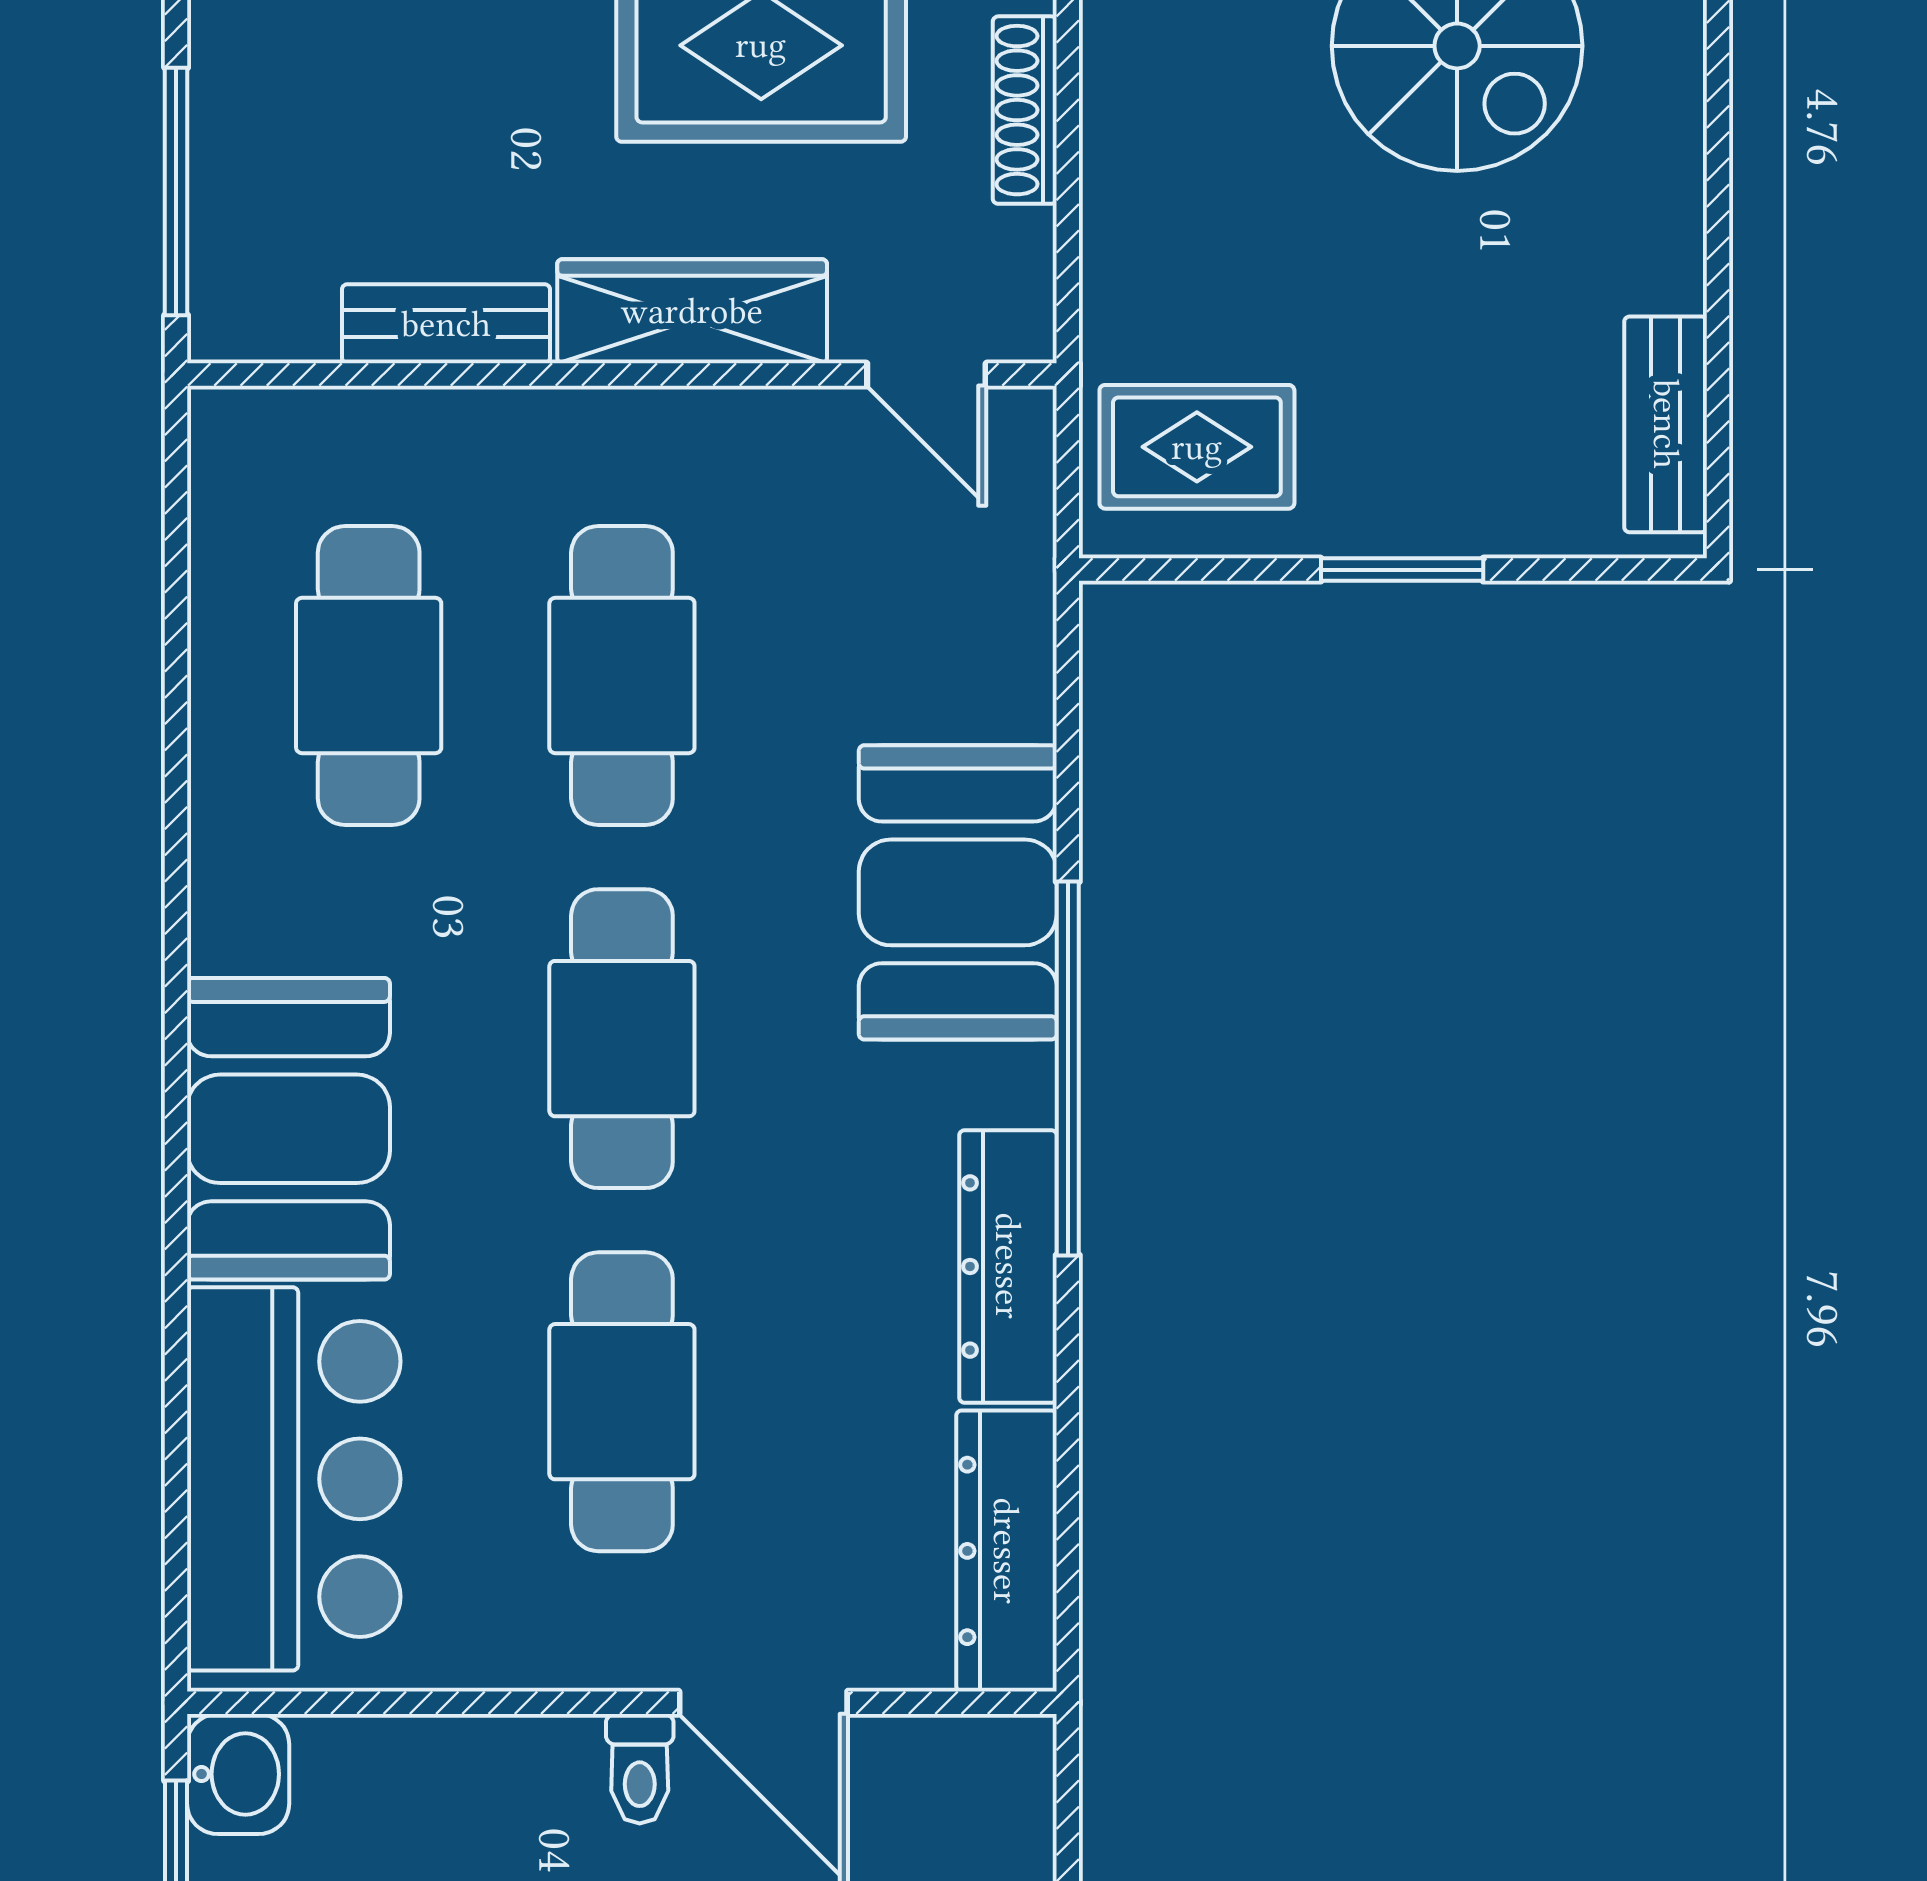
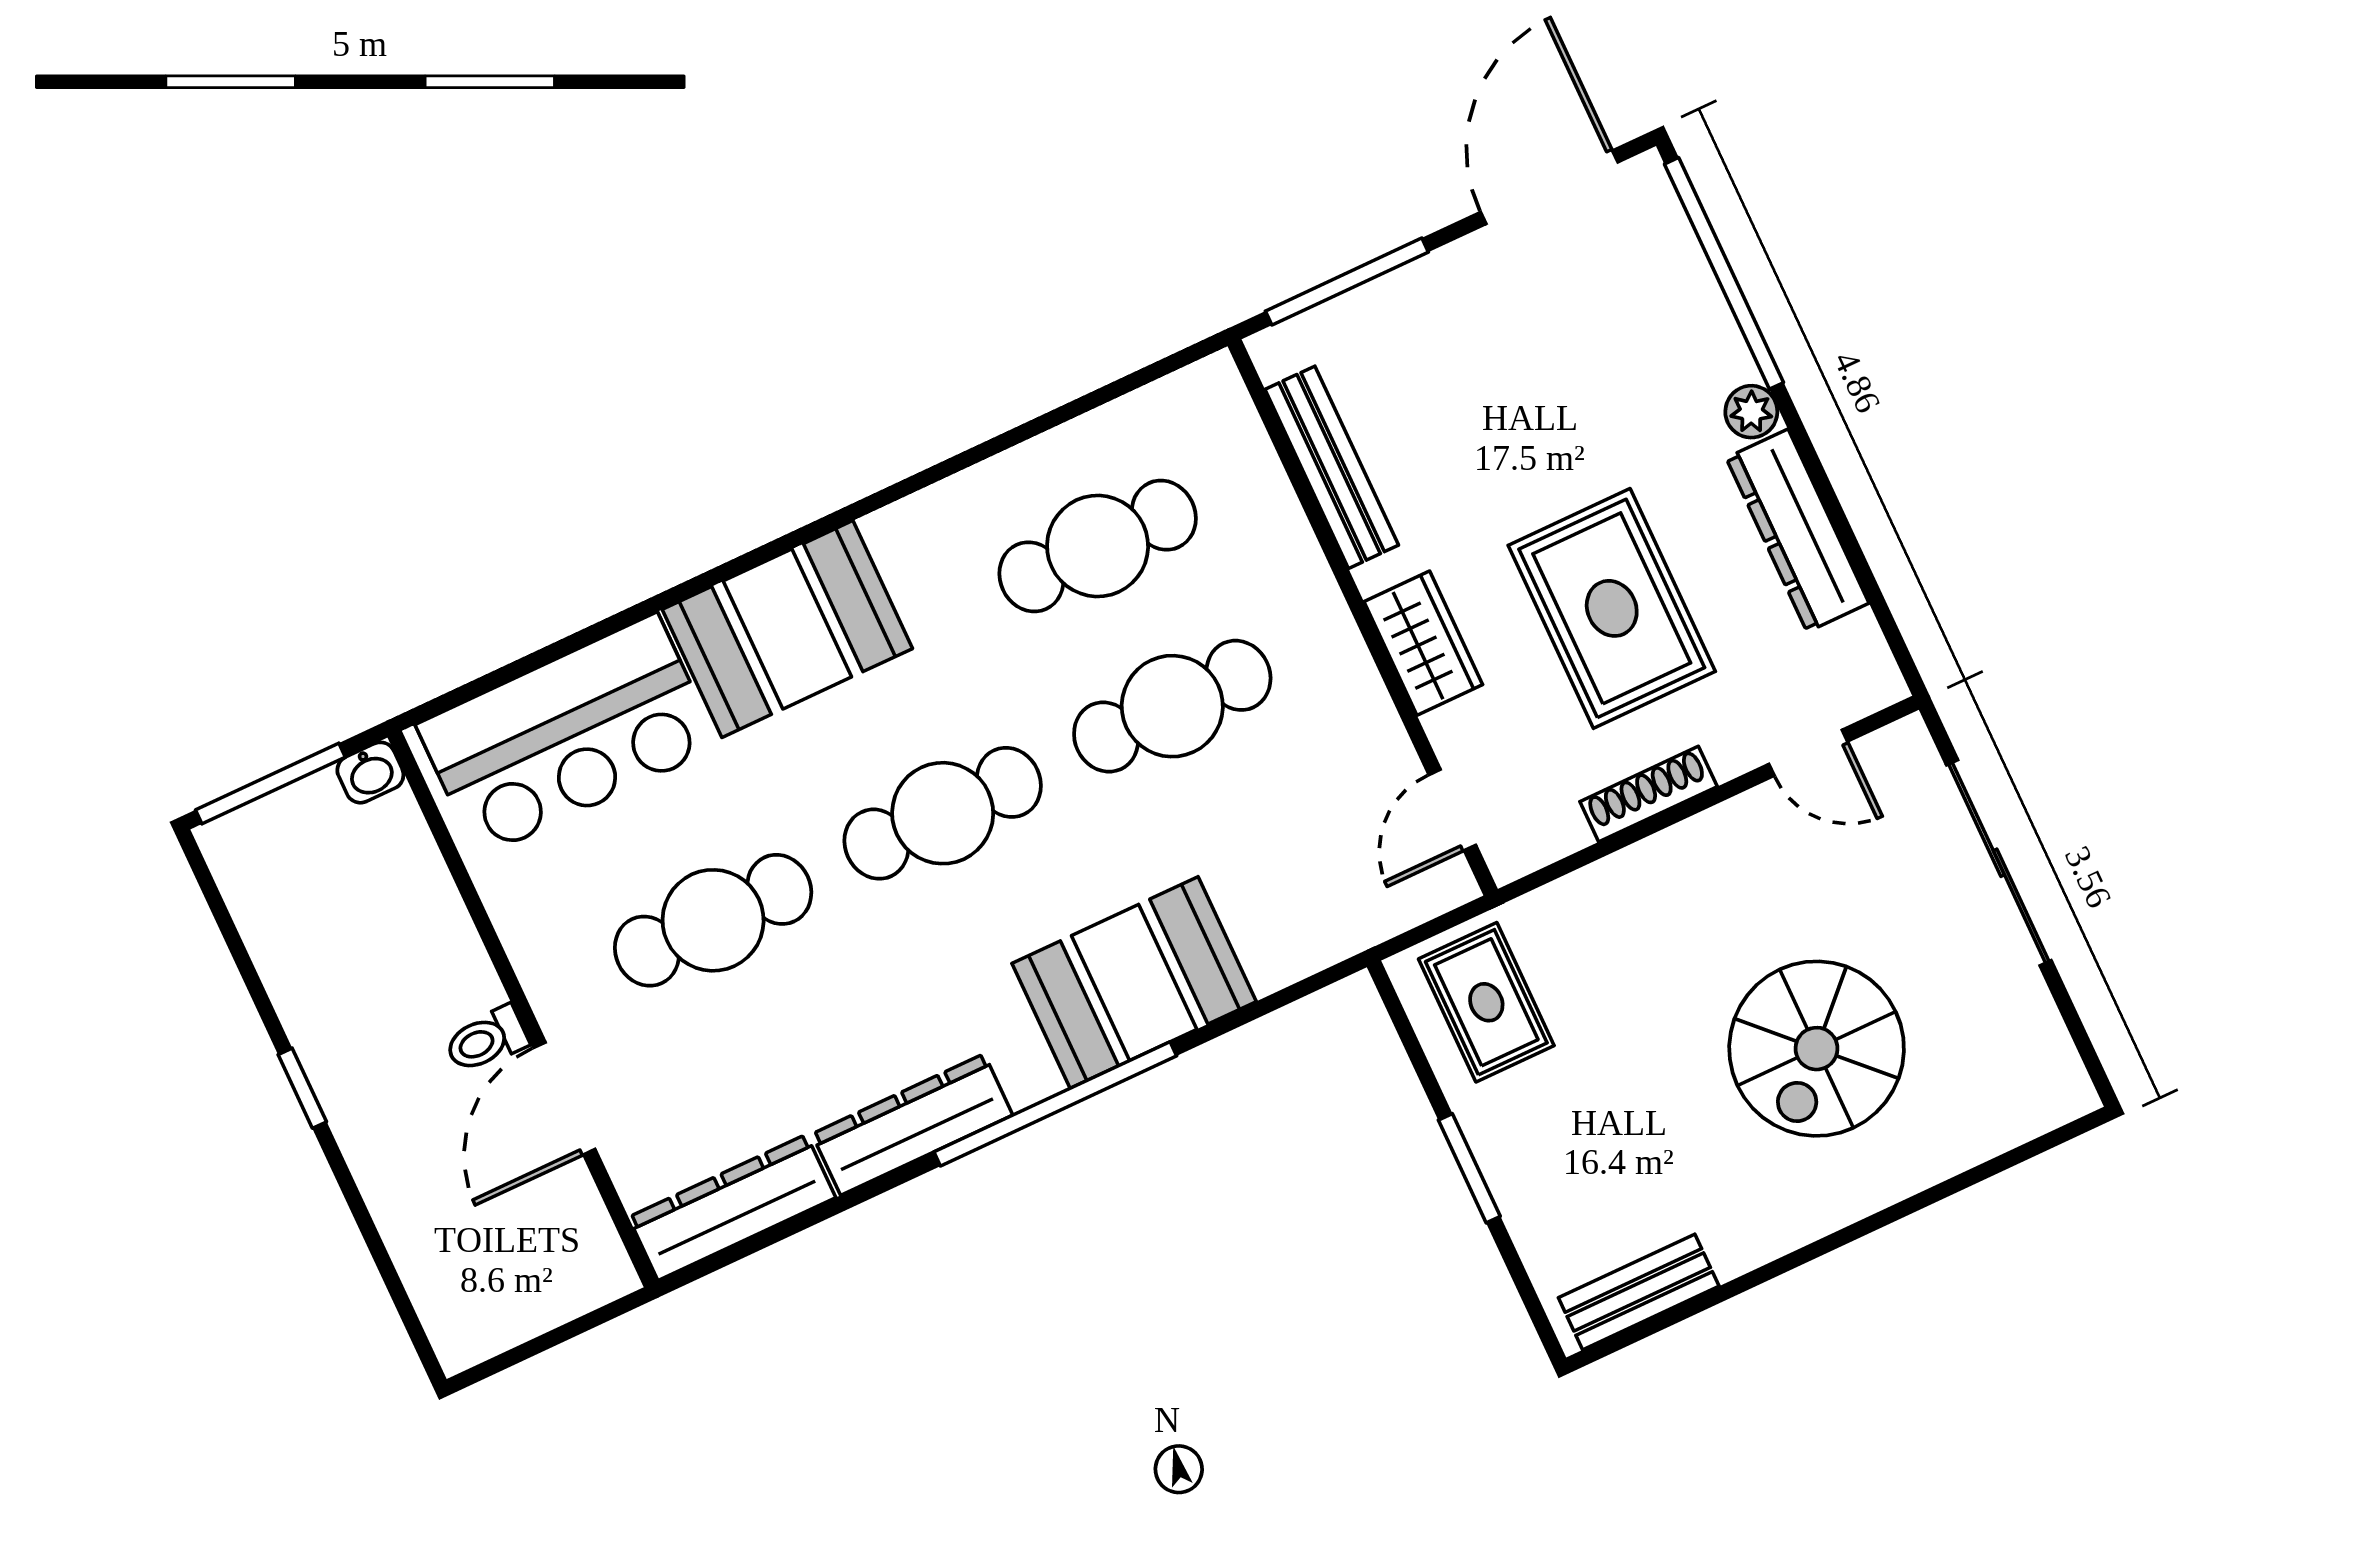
wardrobe: (692, 311) -> (1423, 643), width x0.67
bench: (446, 324) -> (1332, 467), width x1.36
washbasin: (238, 1774) -> (370, 773), width x0.72, depth x0.69

